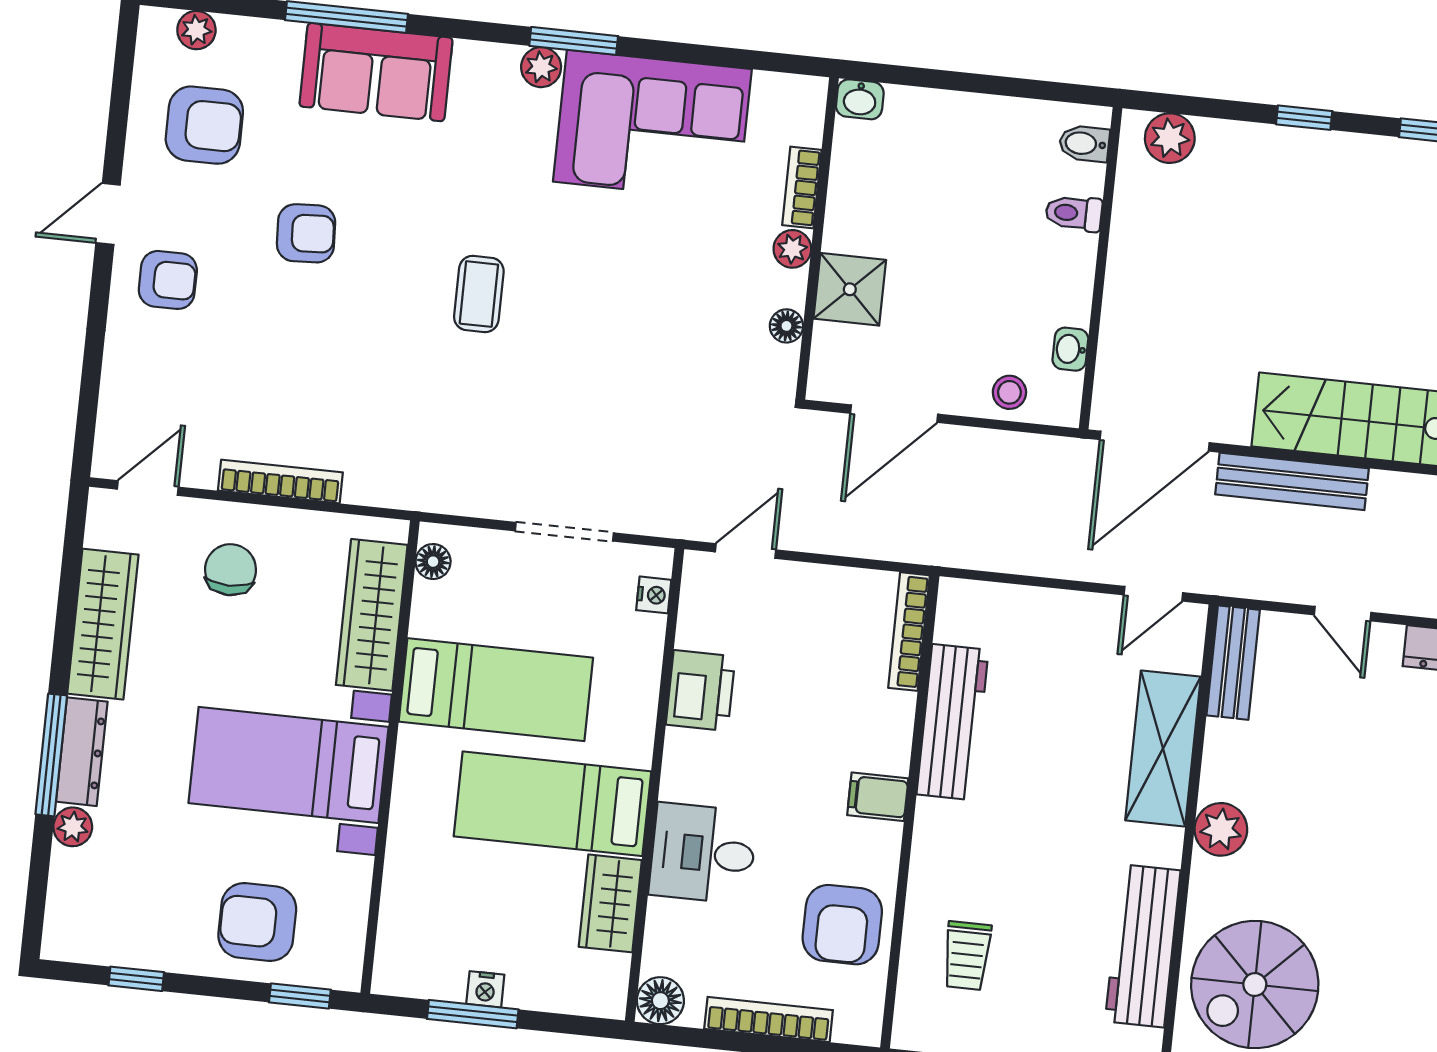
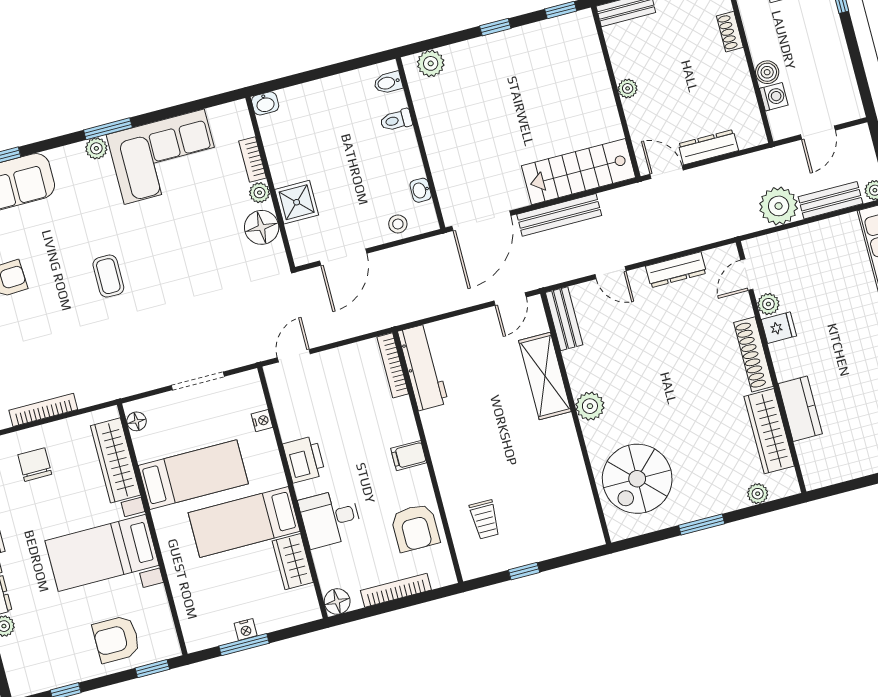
floor lamp: (786, 326) -> (262, 227), width x1.89, depth x1.89
nightstand: (654, 595) -> (262, 421), moved
printer: (701, 690) -> (304, 459), moved
workbench: (953, 722) -> (423, 367), moved
workbench: (1143, 946) -> (573, 481), removed

